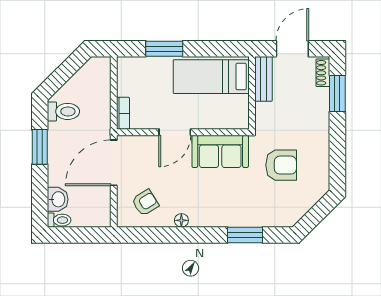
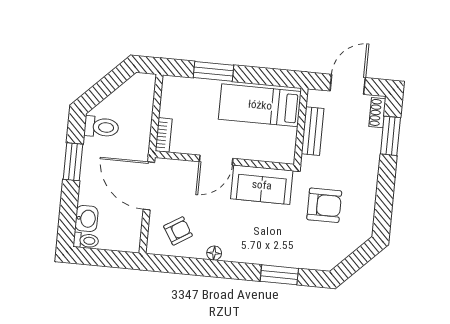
bench: (263, 79) -> (313, 131), moved
door: (114, 163) -> (149, 186), hinge flipped

